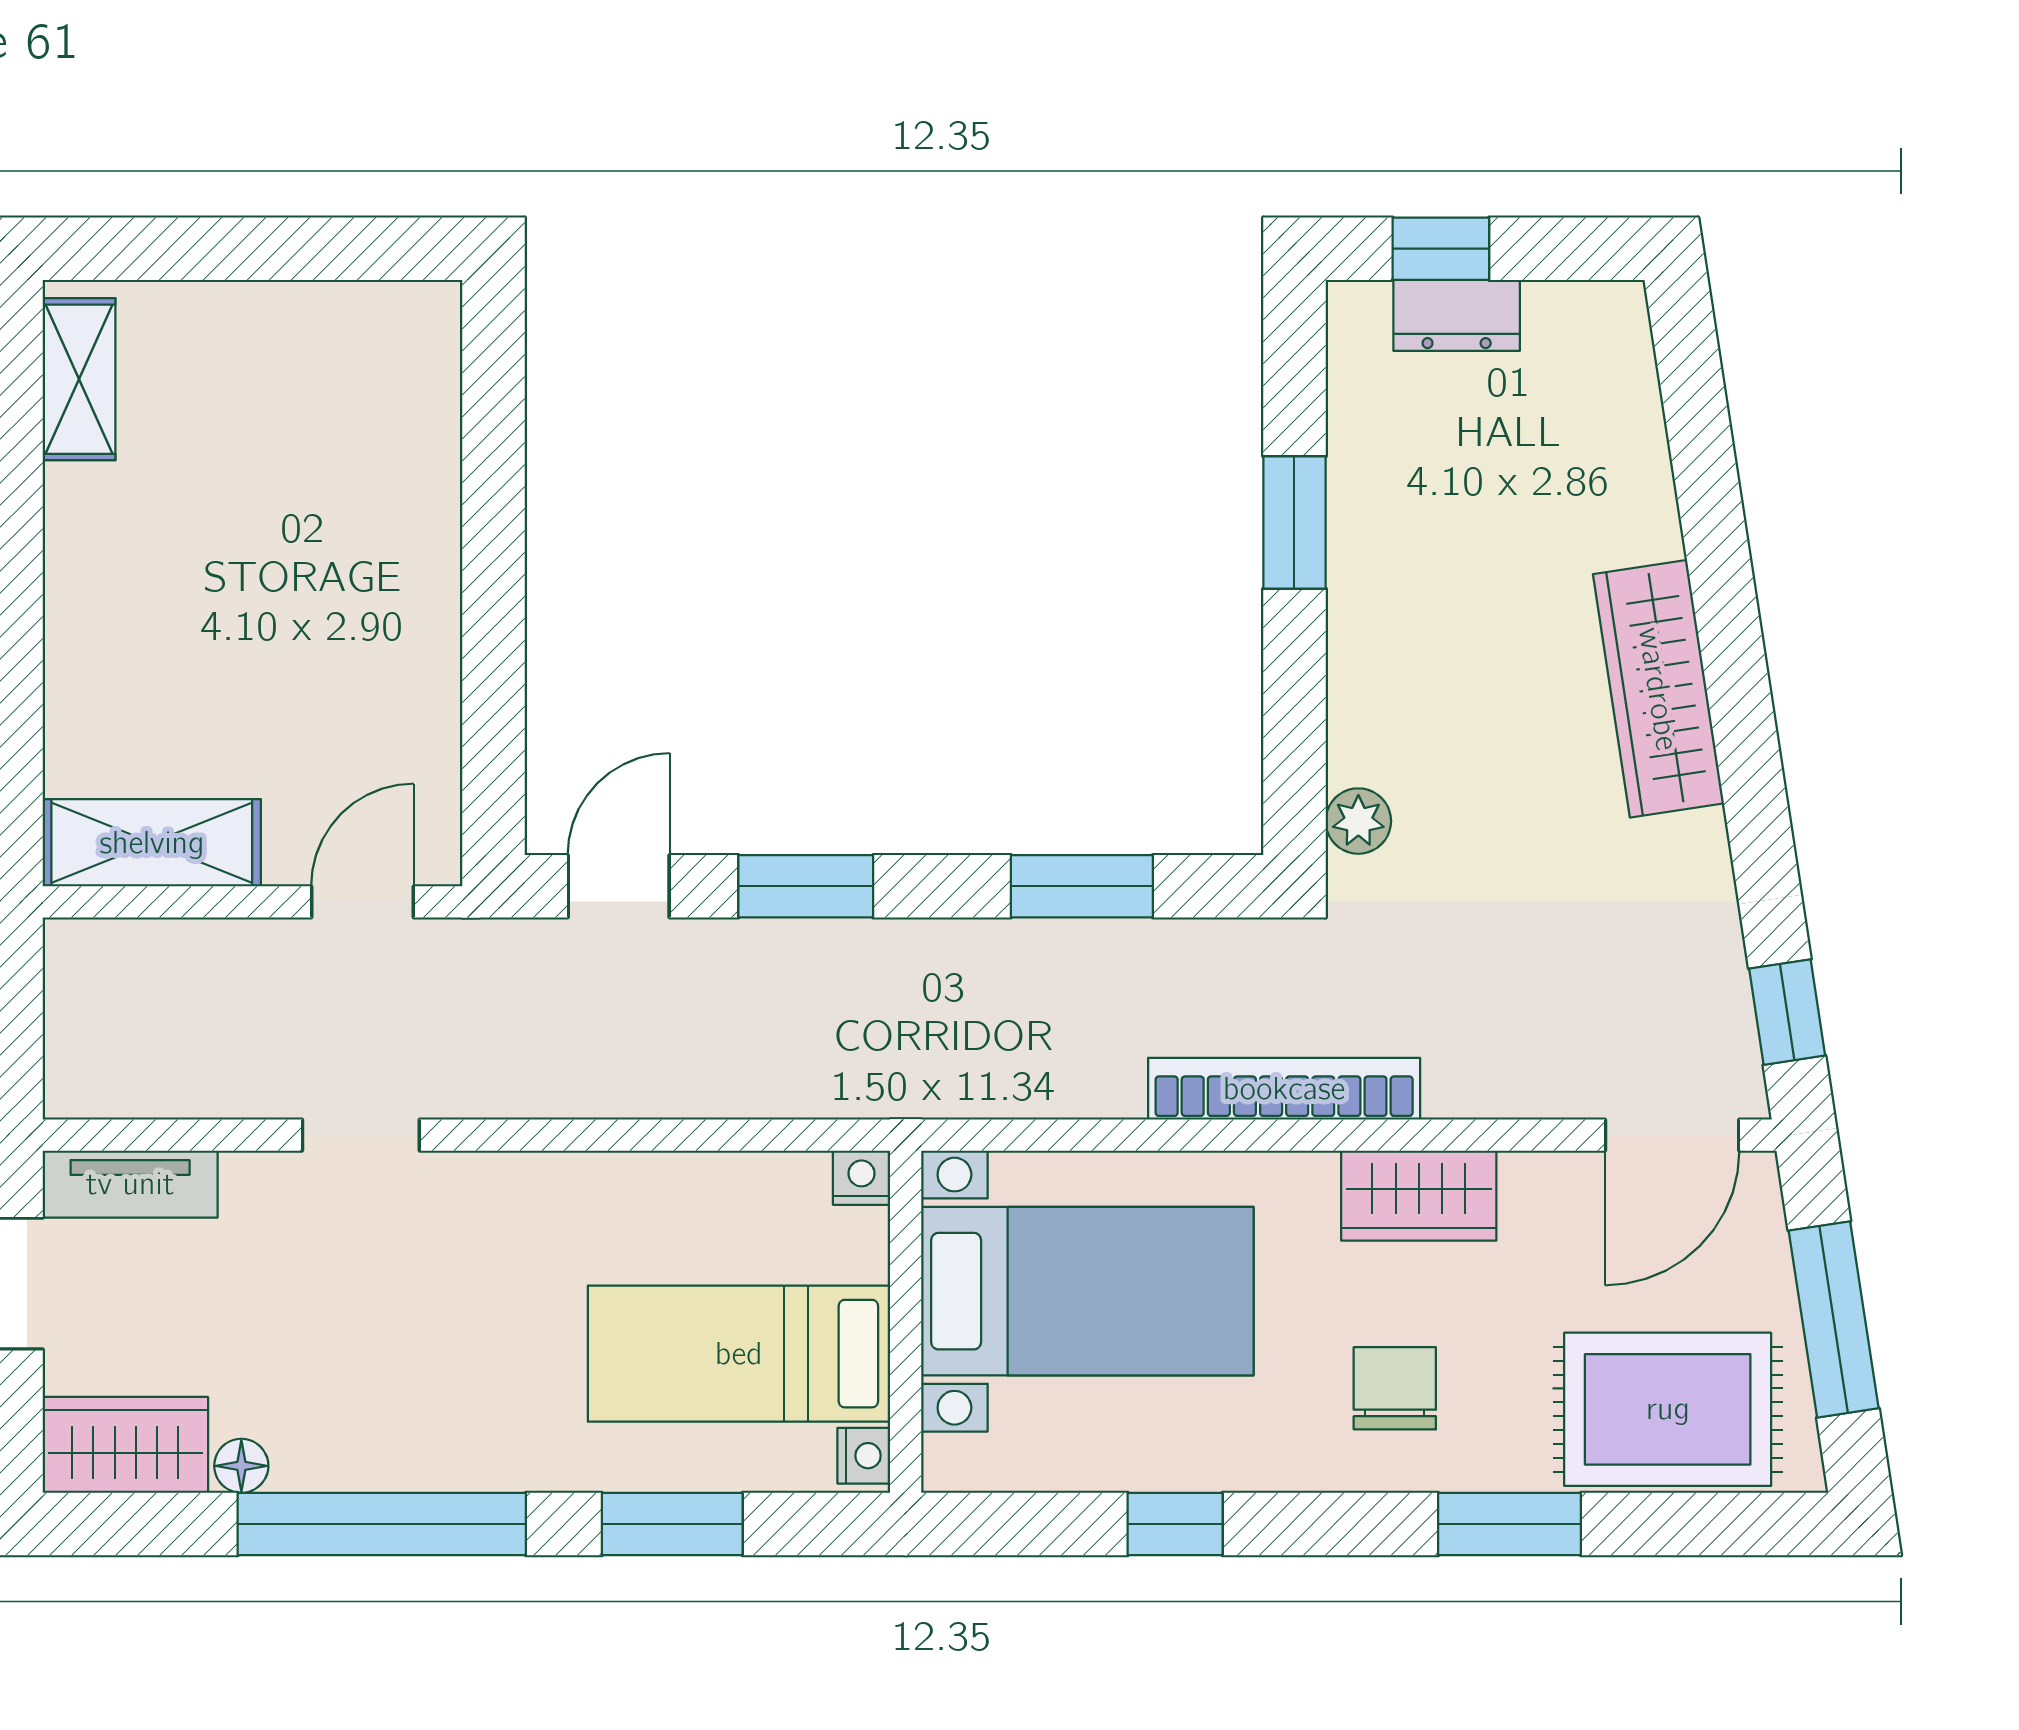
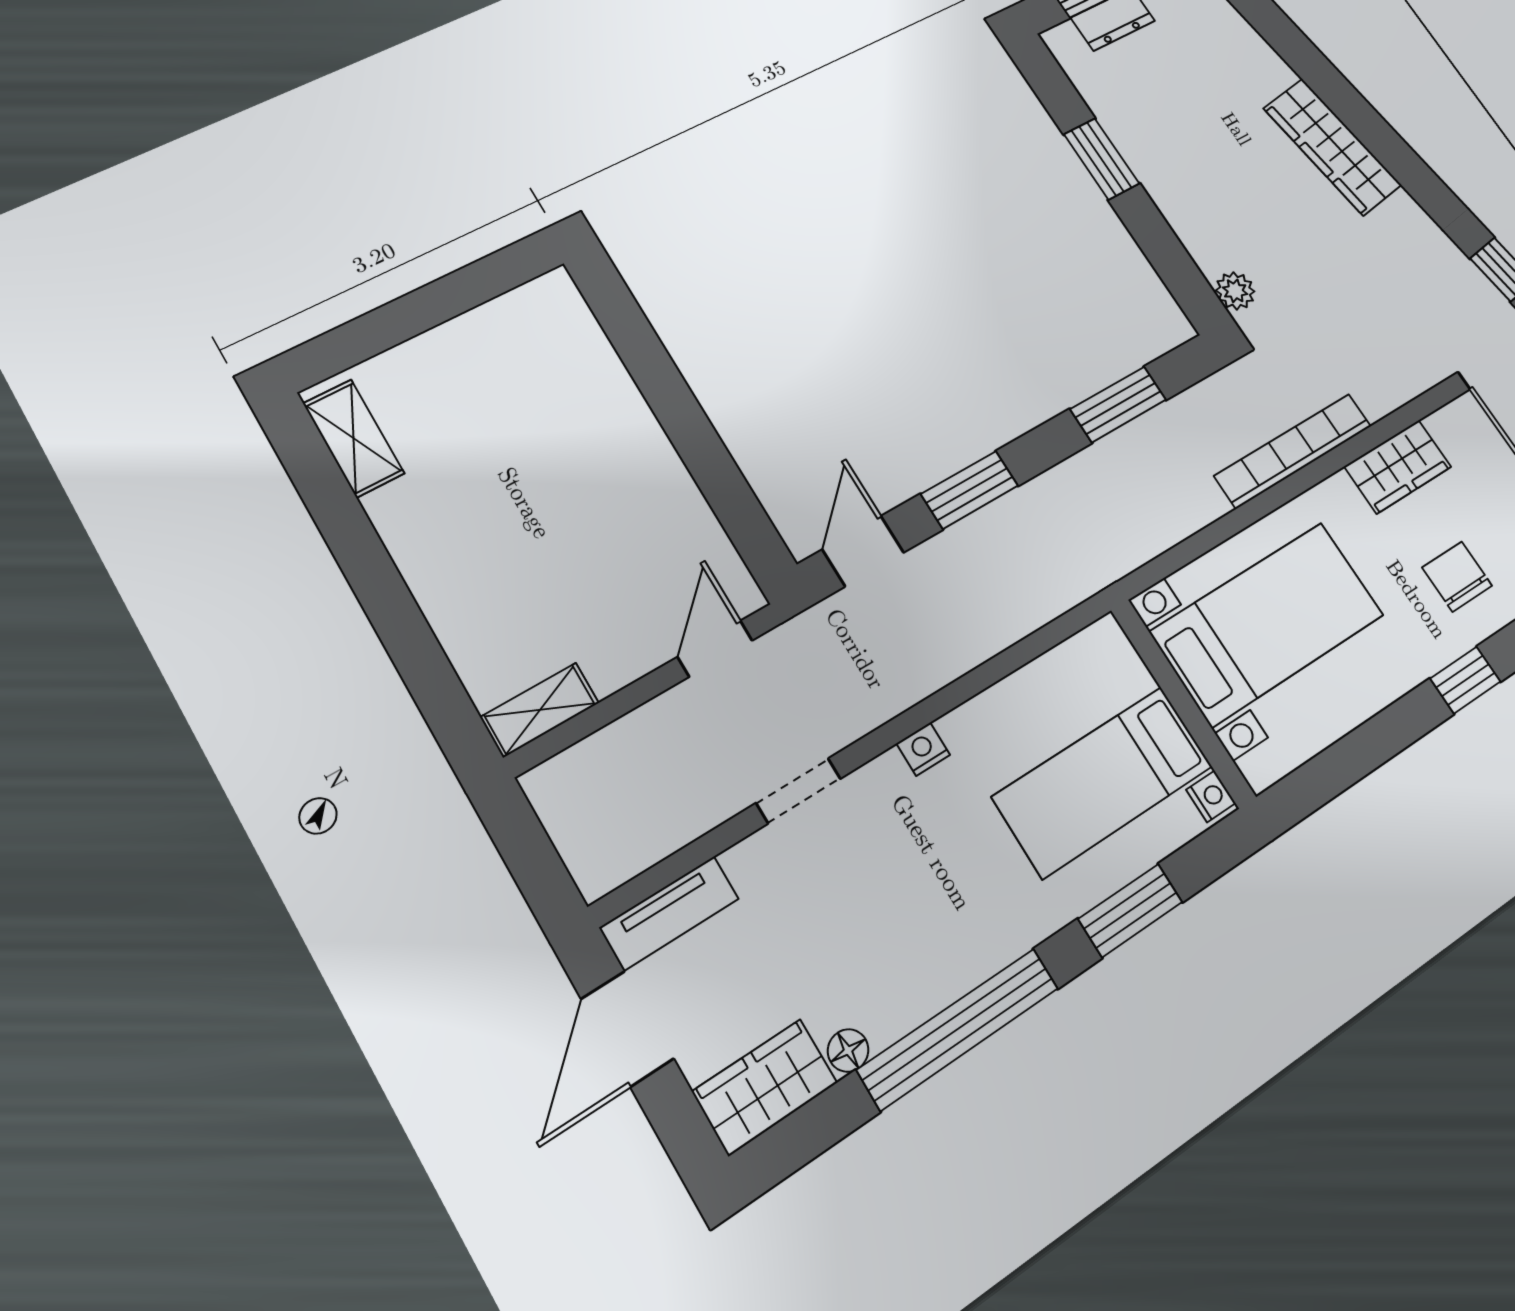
shelving: (152, 843) -> (540, 710), width x0.67, depth x0.75
nightstand: (861, 1178) -> (923, 749), moved
window: (1175, 1524) -> (1465, 680), moved

